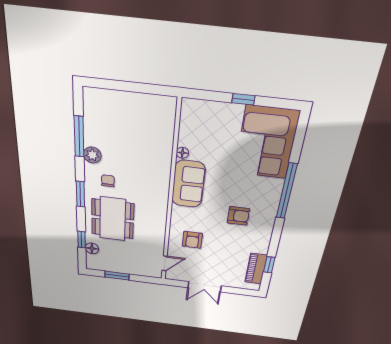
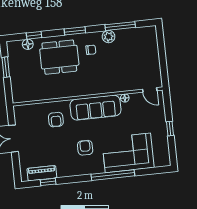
corner sofa: (266, 143) -> (128, 153), moved
sofa: (188, 184) -> (95, 108), width x1.36
armchair: (238, 216) -> (85, 148), turned 180
armchair: (192, 240) -> (56, 120), turned -90
door: (165, 263) -> (150, 90), moved

